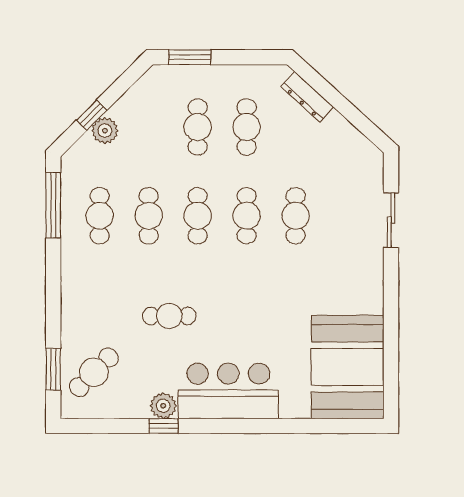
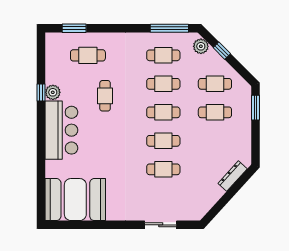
cafe table: (247, 127) -> (215, 84), moved
plant: (105, 131) -> (201, 46), moved
cafe table: (94, 372) -> (88, 55), moved, turned -45

